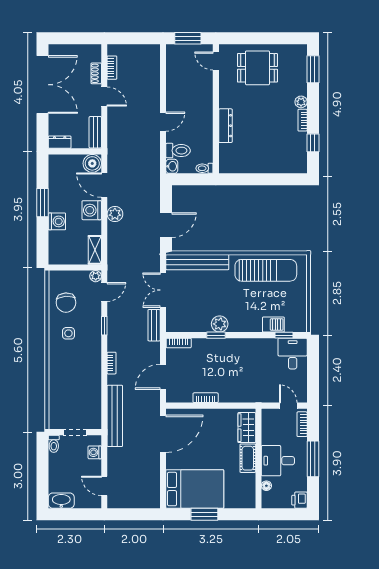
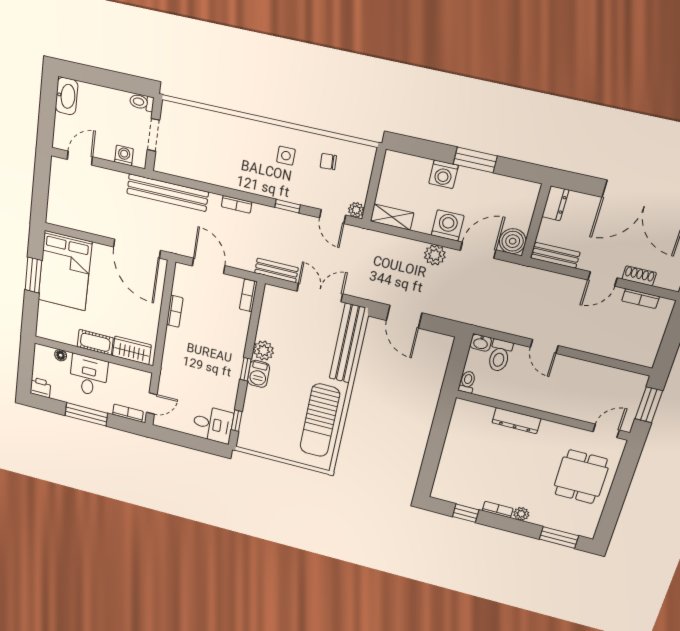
chair: (66, 303) -> (328, 162), width x0.54, depth x0.54
barbecue: (273, 324) -> (259, 374), moved
window: (216, 335) -> (246, 369), moved

